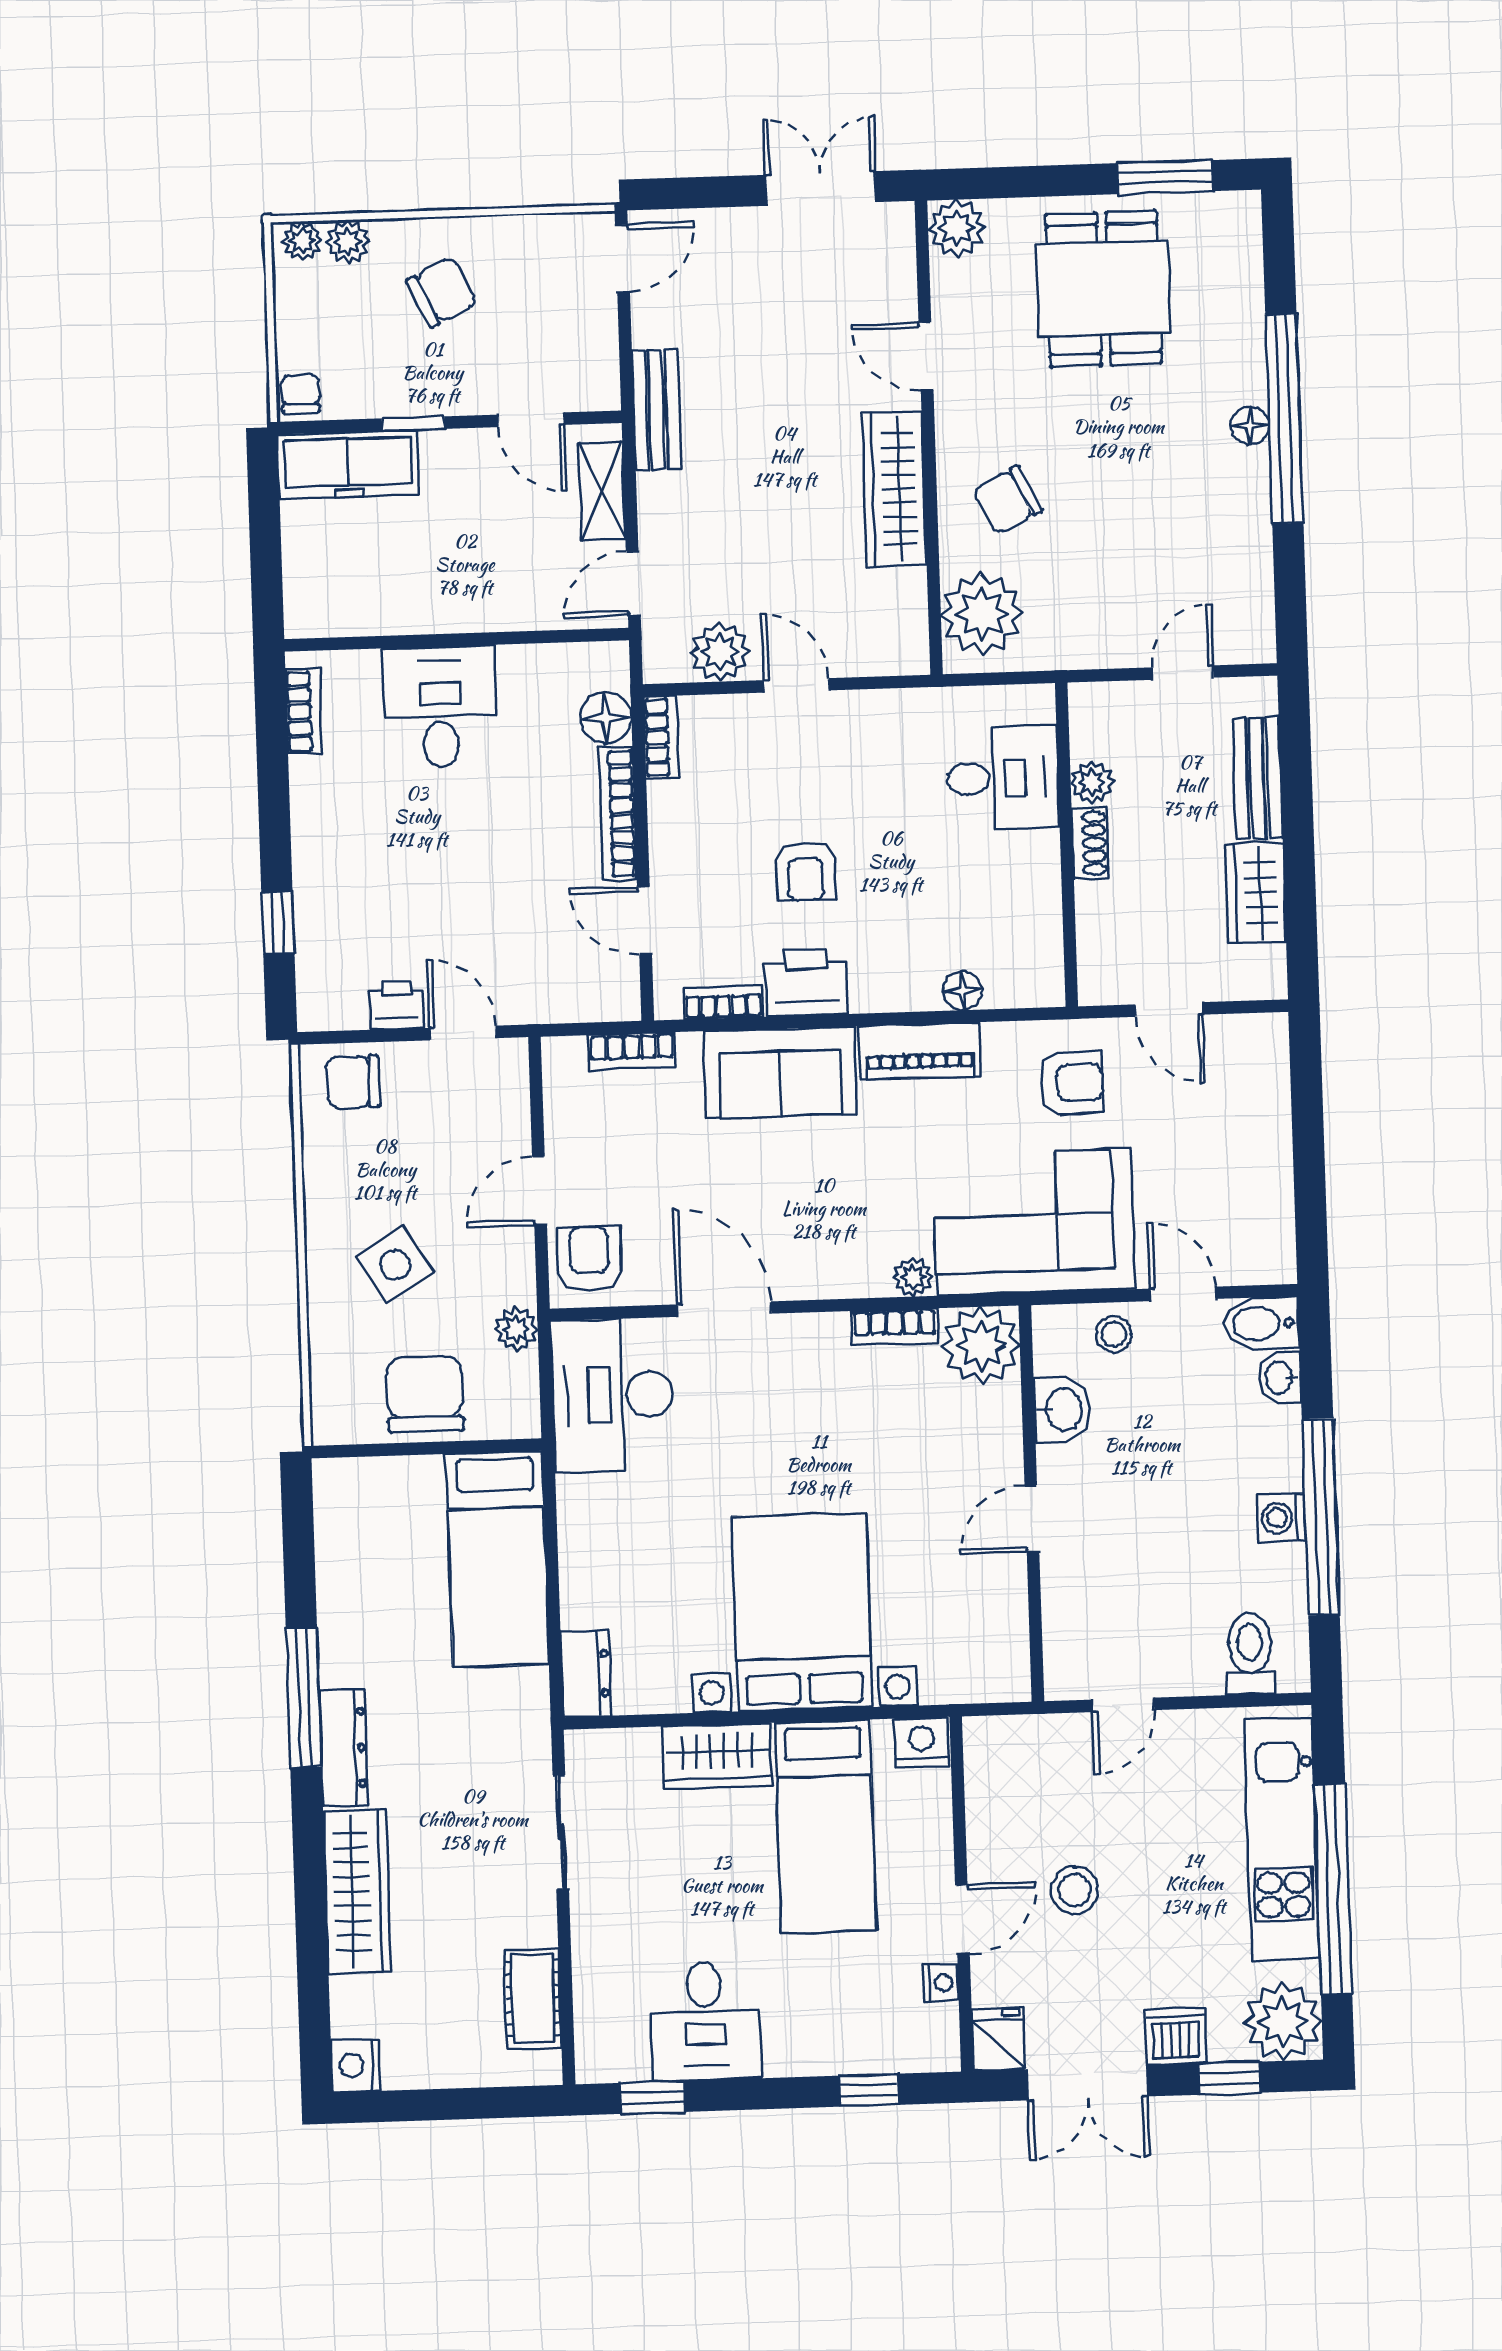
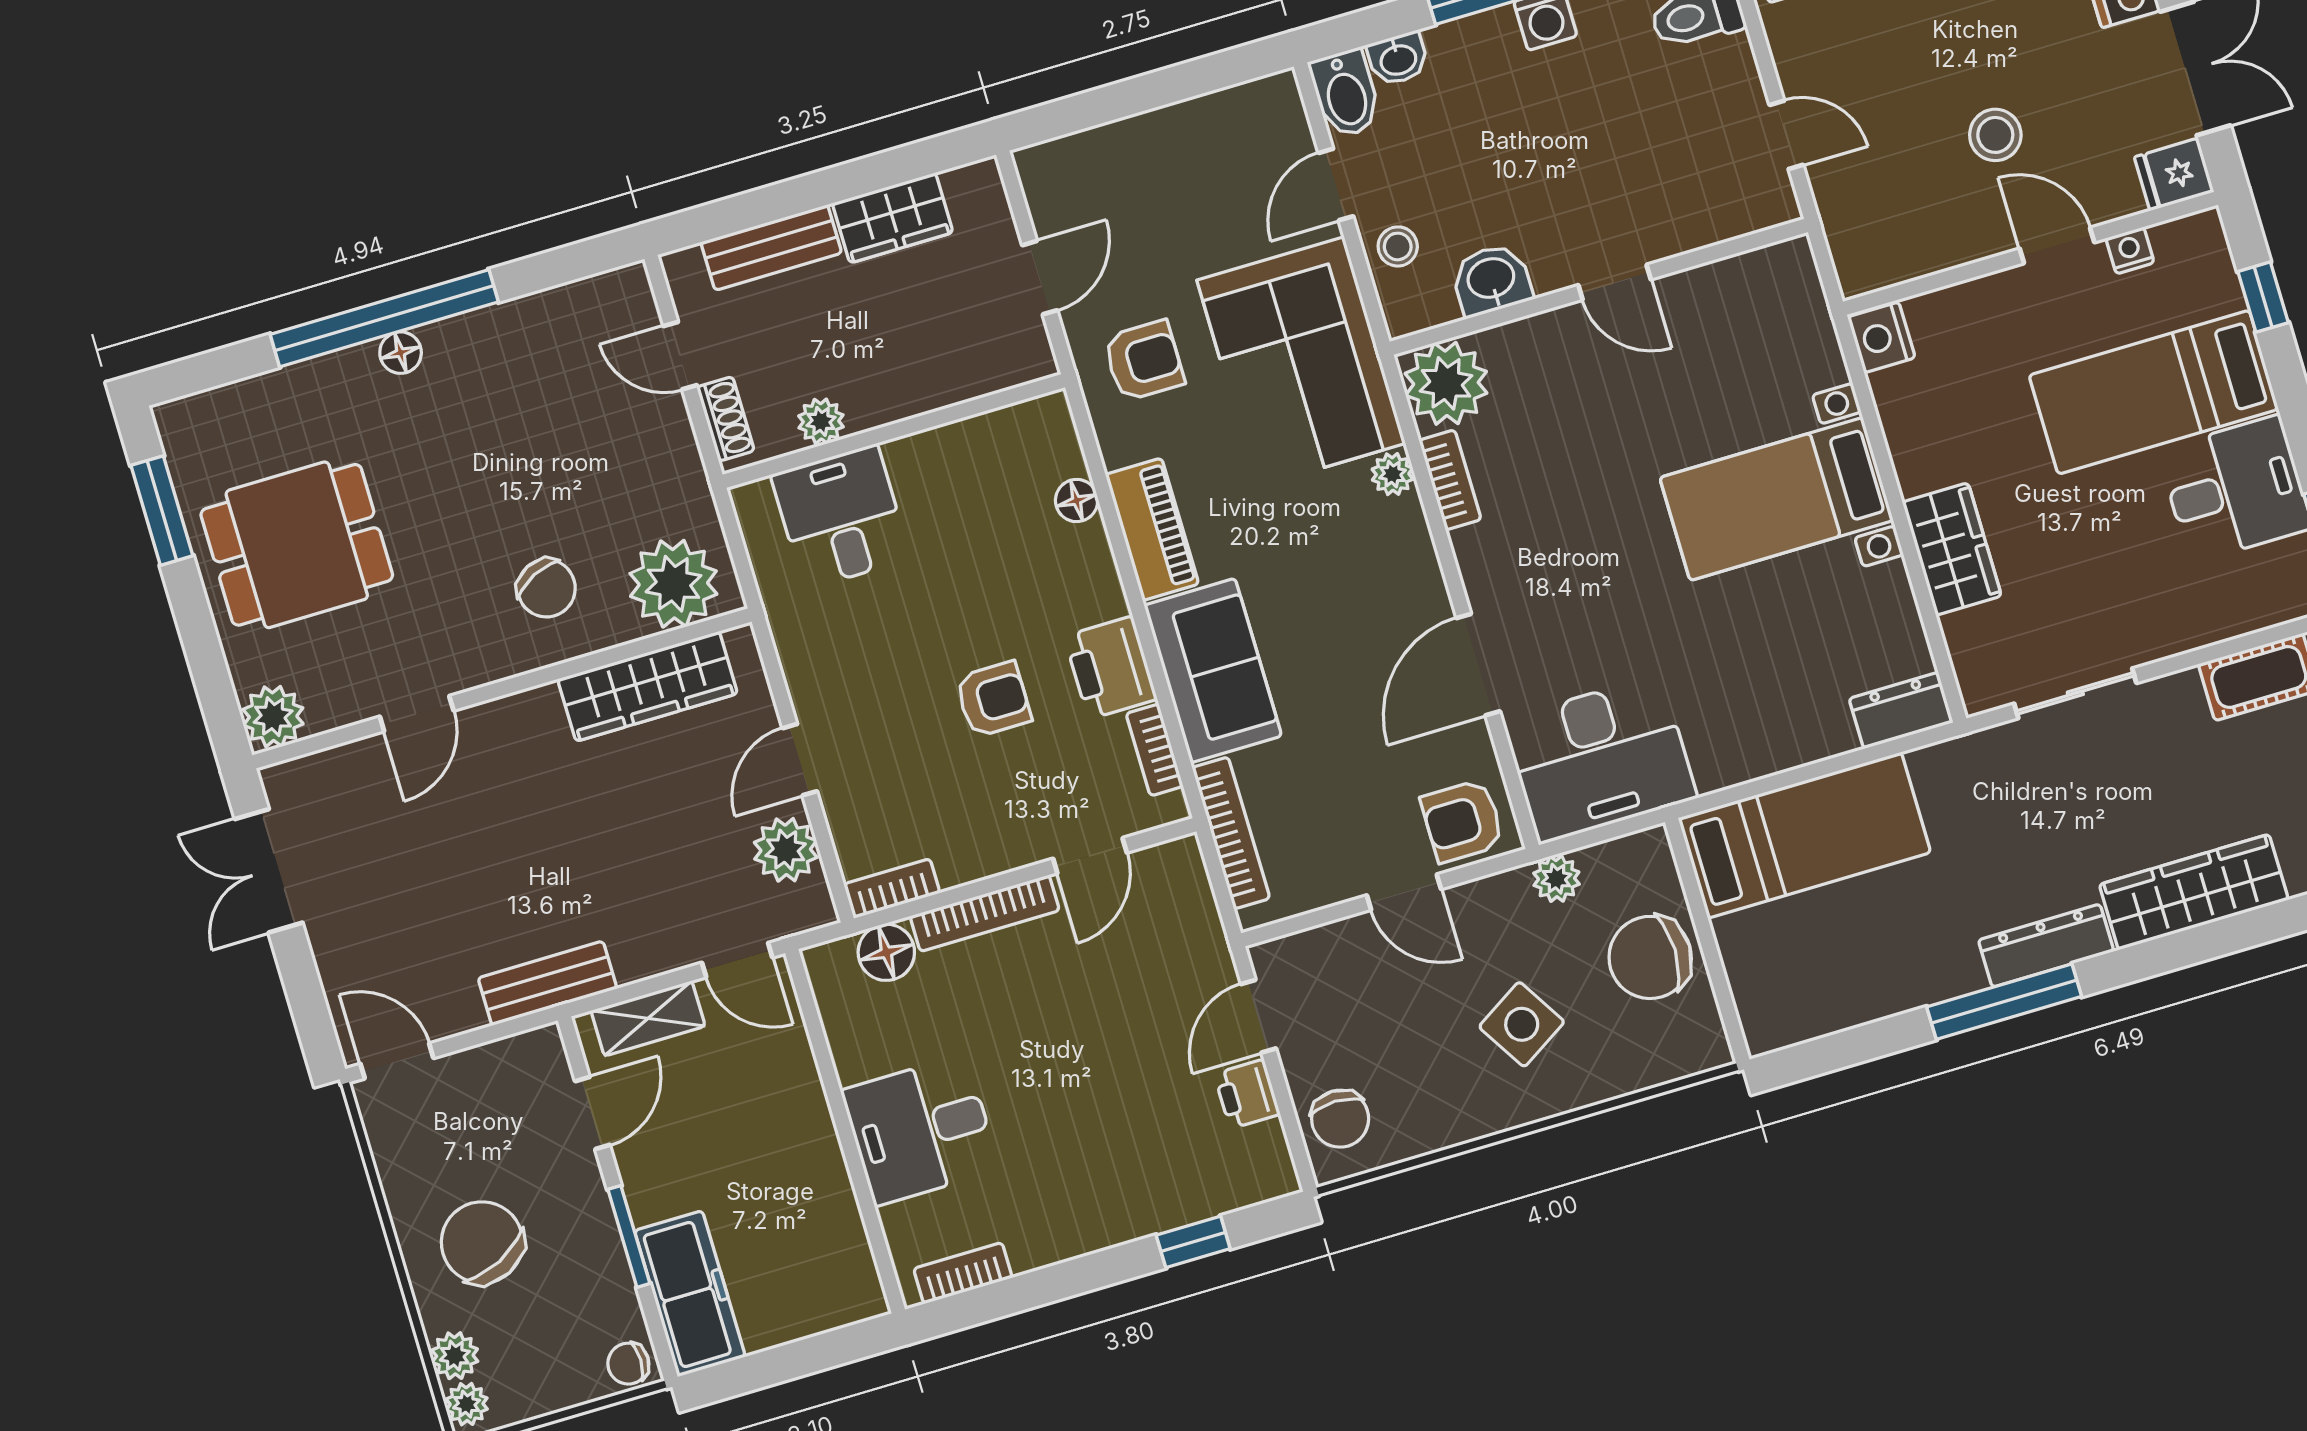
chair: (442, 292) -> (482, 1243), width x1.37, depth x1.37
window: (413, 424) -> (629, 1236), width x1.50
wardrobe: (894, 489) -> (648, 686), moved
shoe rack: (1090, 843) -> (726, 419), moved, turned 90
bookcase: (632, 1051) -> (1231, 833), width x1.56
armchair: (1071, 1083) -> (1144, 361), turned 90
bed with nightstands: (802, 1612) -> (1776, 499), width x0.73
bed: (825, 1826) -> (2154, 392), moved, turned 180

